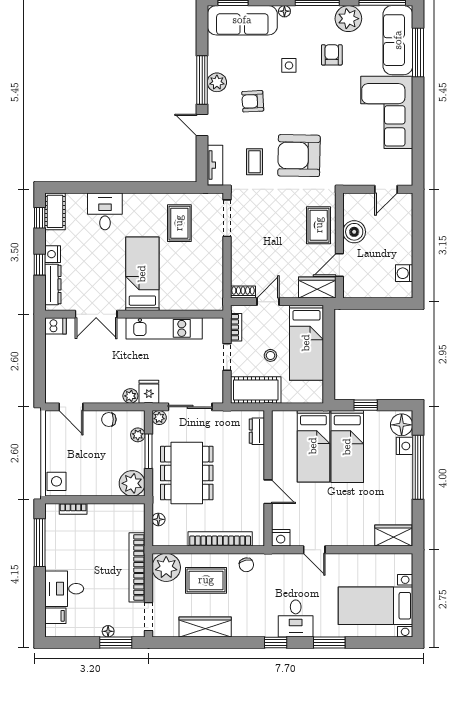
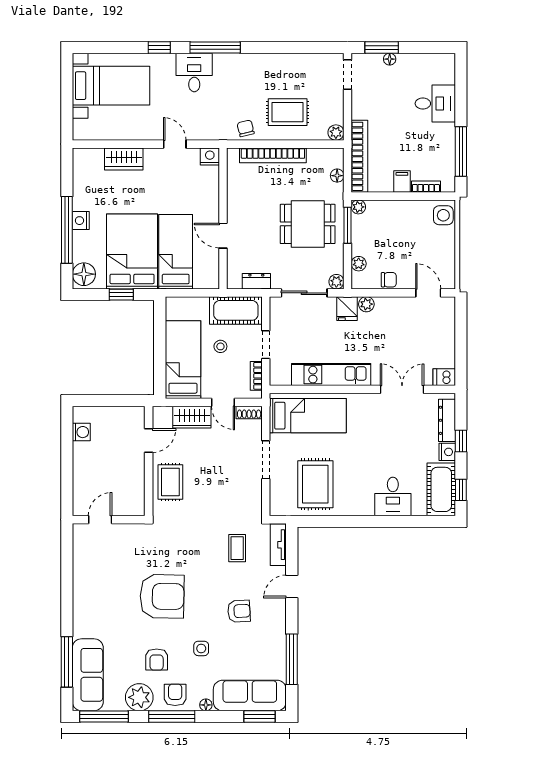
armchair: (314, 21) -> (175, 695), added
window: (202, 80) -> (292, 659), moved
plant: (217, 82) -> (276, 631), removed
corner sofa: (387, 112) -> (99, 599), removed
door: (202, 125) -> (292, 587), swing flipped
armchair: (299, 156) -> (162, 596), moved
cot: (55, 211) -> (441, 489), width x1.37, depth x1.34
doorway: (227, 218) -> (266, 460), moved
rug: (179, 223) -> (315, 484), width x1.36, depth x1.43
boiler: (354, 232) -> (133, 475), removed
bed: (142, 274) -> (308, 416), moved, turned -90
wardrobe: (317, 287) -> (192, 417), moved
door: (268, 302) -> (223, 402), hinge flipped
dresser: (257, 431) -> (256, 281), moved, turned -90
nightstand: (405, 446) -> (81, 221), moved
bed: (347, 447) -> (132, 252), width x1.50
window: (148, 451) -> (348, 225), moved
dining table: (187, 473) -> (308, 224), width x0.73
plant: (132, 483) -> (358, 207), width x0.53, depth x0.53
door: (268, 492) -> (223, 236), moved
wardrobe: (393, 535) -> (124, 159), moved
bookcase: (137, 567) -> (359, 156), moved
plant: (166, 567) -> (336, 133), width x0.53, depth x0.53
filing cabinet: (55, 616) -> (402, 182), moved, turned 90
wardrobe: (205, 627) -> (288, 63), removed
window: (276, 642) -> (215, 47), width x2.17
window: (329, 642) -> (159, 47), width x0.67

